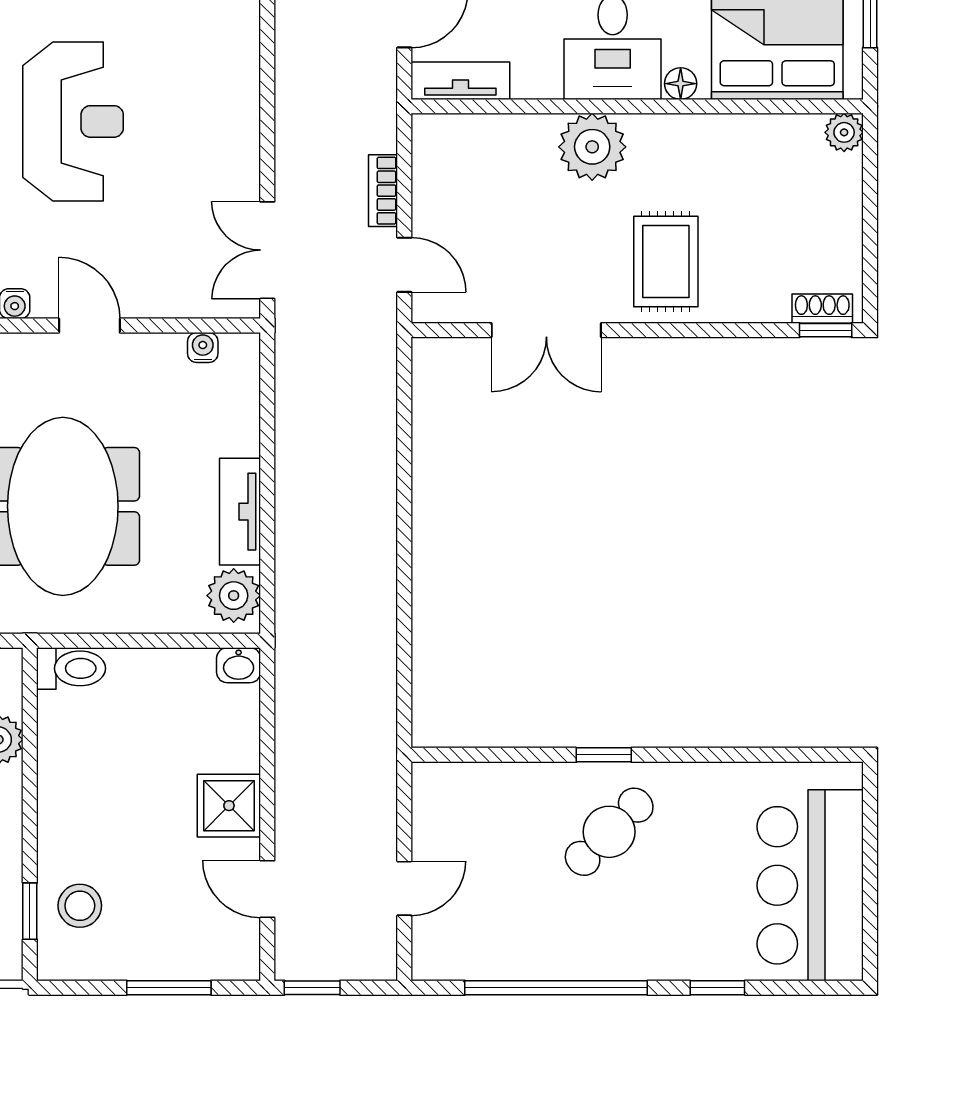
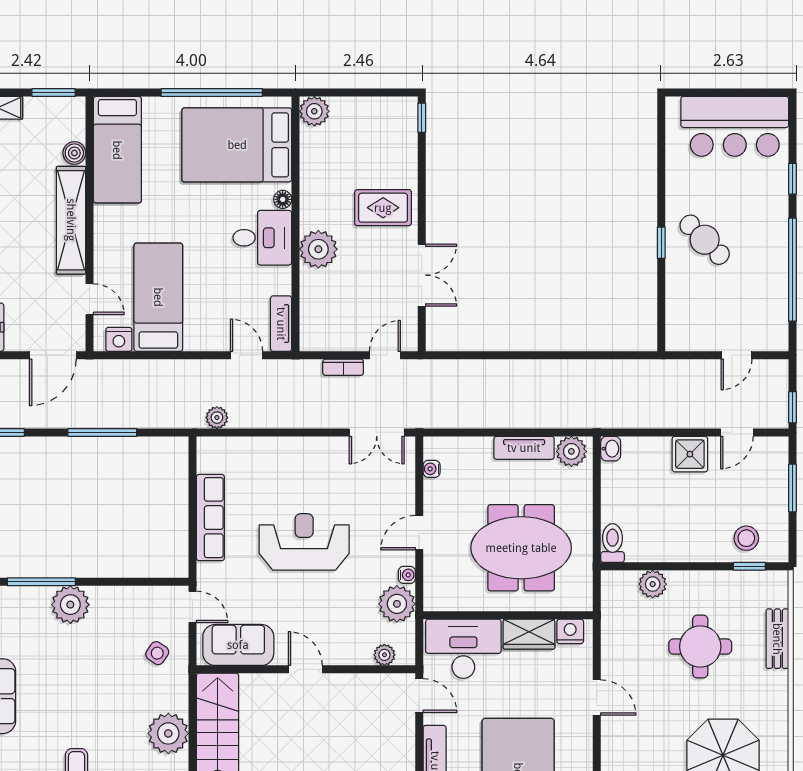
plant: (844, 132) -> (314, 111), width x1.38, depth x1.38
shoe rack: (822, 309) -> (410, 120), removed
door: (404, 888) -> (737, 355), swing flipped

